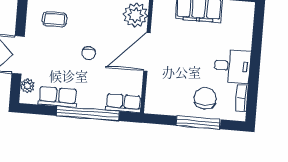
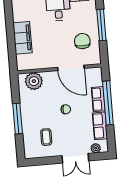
door: (147, 52) -> (71, 68), moved
chair: (205, 98) -> (82, 41), moved, turned 90
row of seats: (123, 103) -> (98, 99), moved

